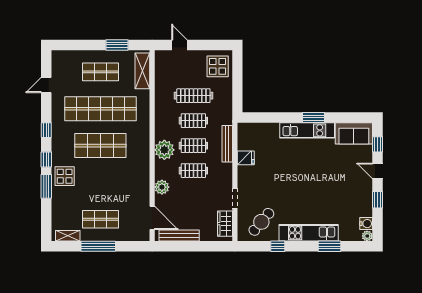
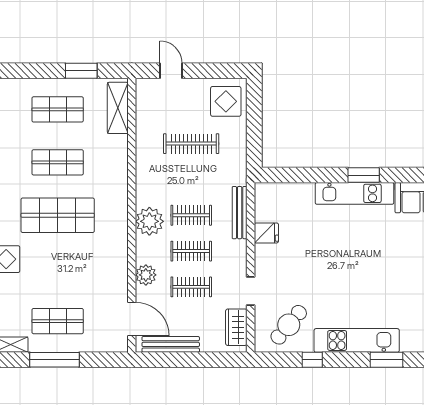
shop shelf: (100, 109) -> (58, 162), width x0.50, depth x0.74
clothes rail: (193, 121) -> (191, 287), moved

